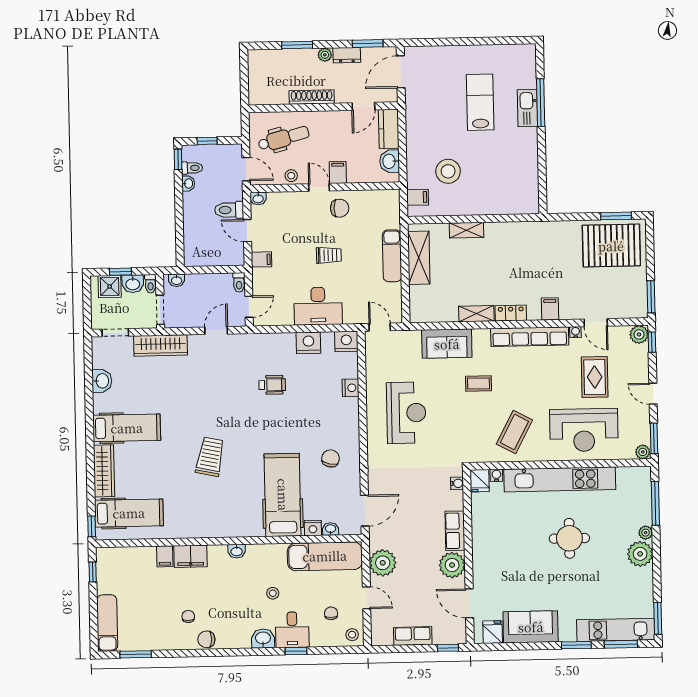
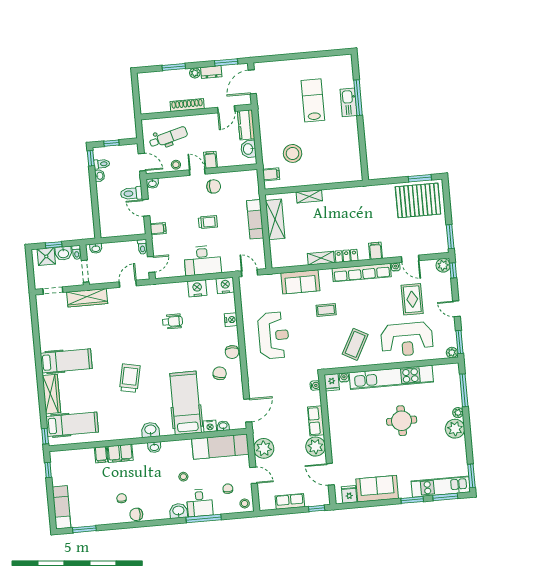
washbasin: (102, 381) -> (150, 430), moved, turned -90
chair: (349, 431) -> (232, 352), added
window: (296, 651) -> (204, 519), width x2.17

